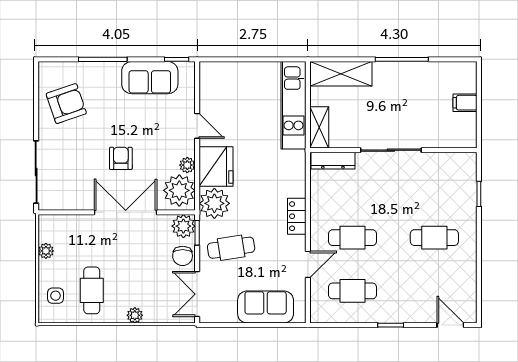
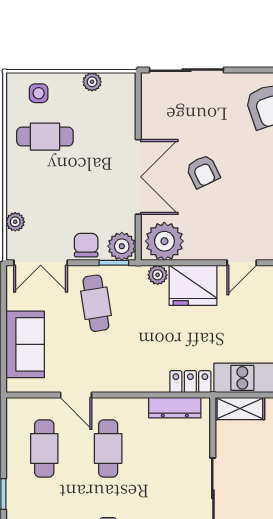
armchair: (121, 158) -> (203, 171), turned 64
dresser: (333, 161) -> (175, 408), moved, turned -90
plant: (187, 165) -> (195, 251), removed
plant: (214, 203) -> (158, 275), width x0.53, depth x0.53
locker: (297, 216) -> (190, 382), moved
chair: (183, 256) -> (86, 245), turned 90
double door: (197, 294) -> (41, 263), swing flipped
plant: (135, 315) -> (15, 222), moved

